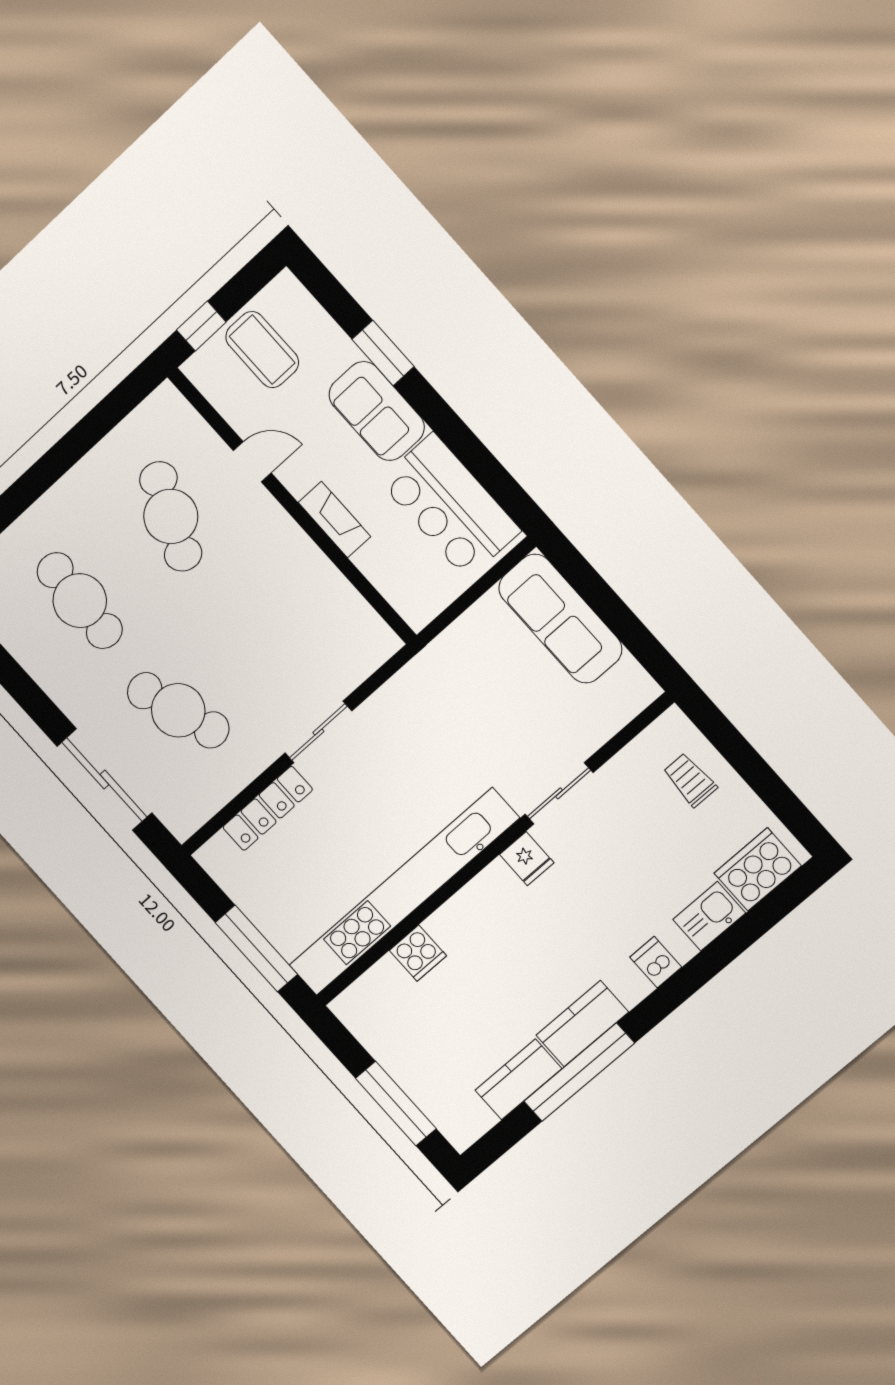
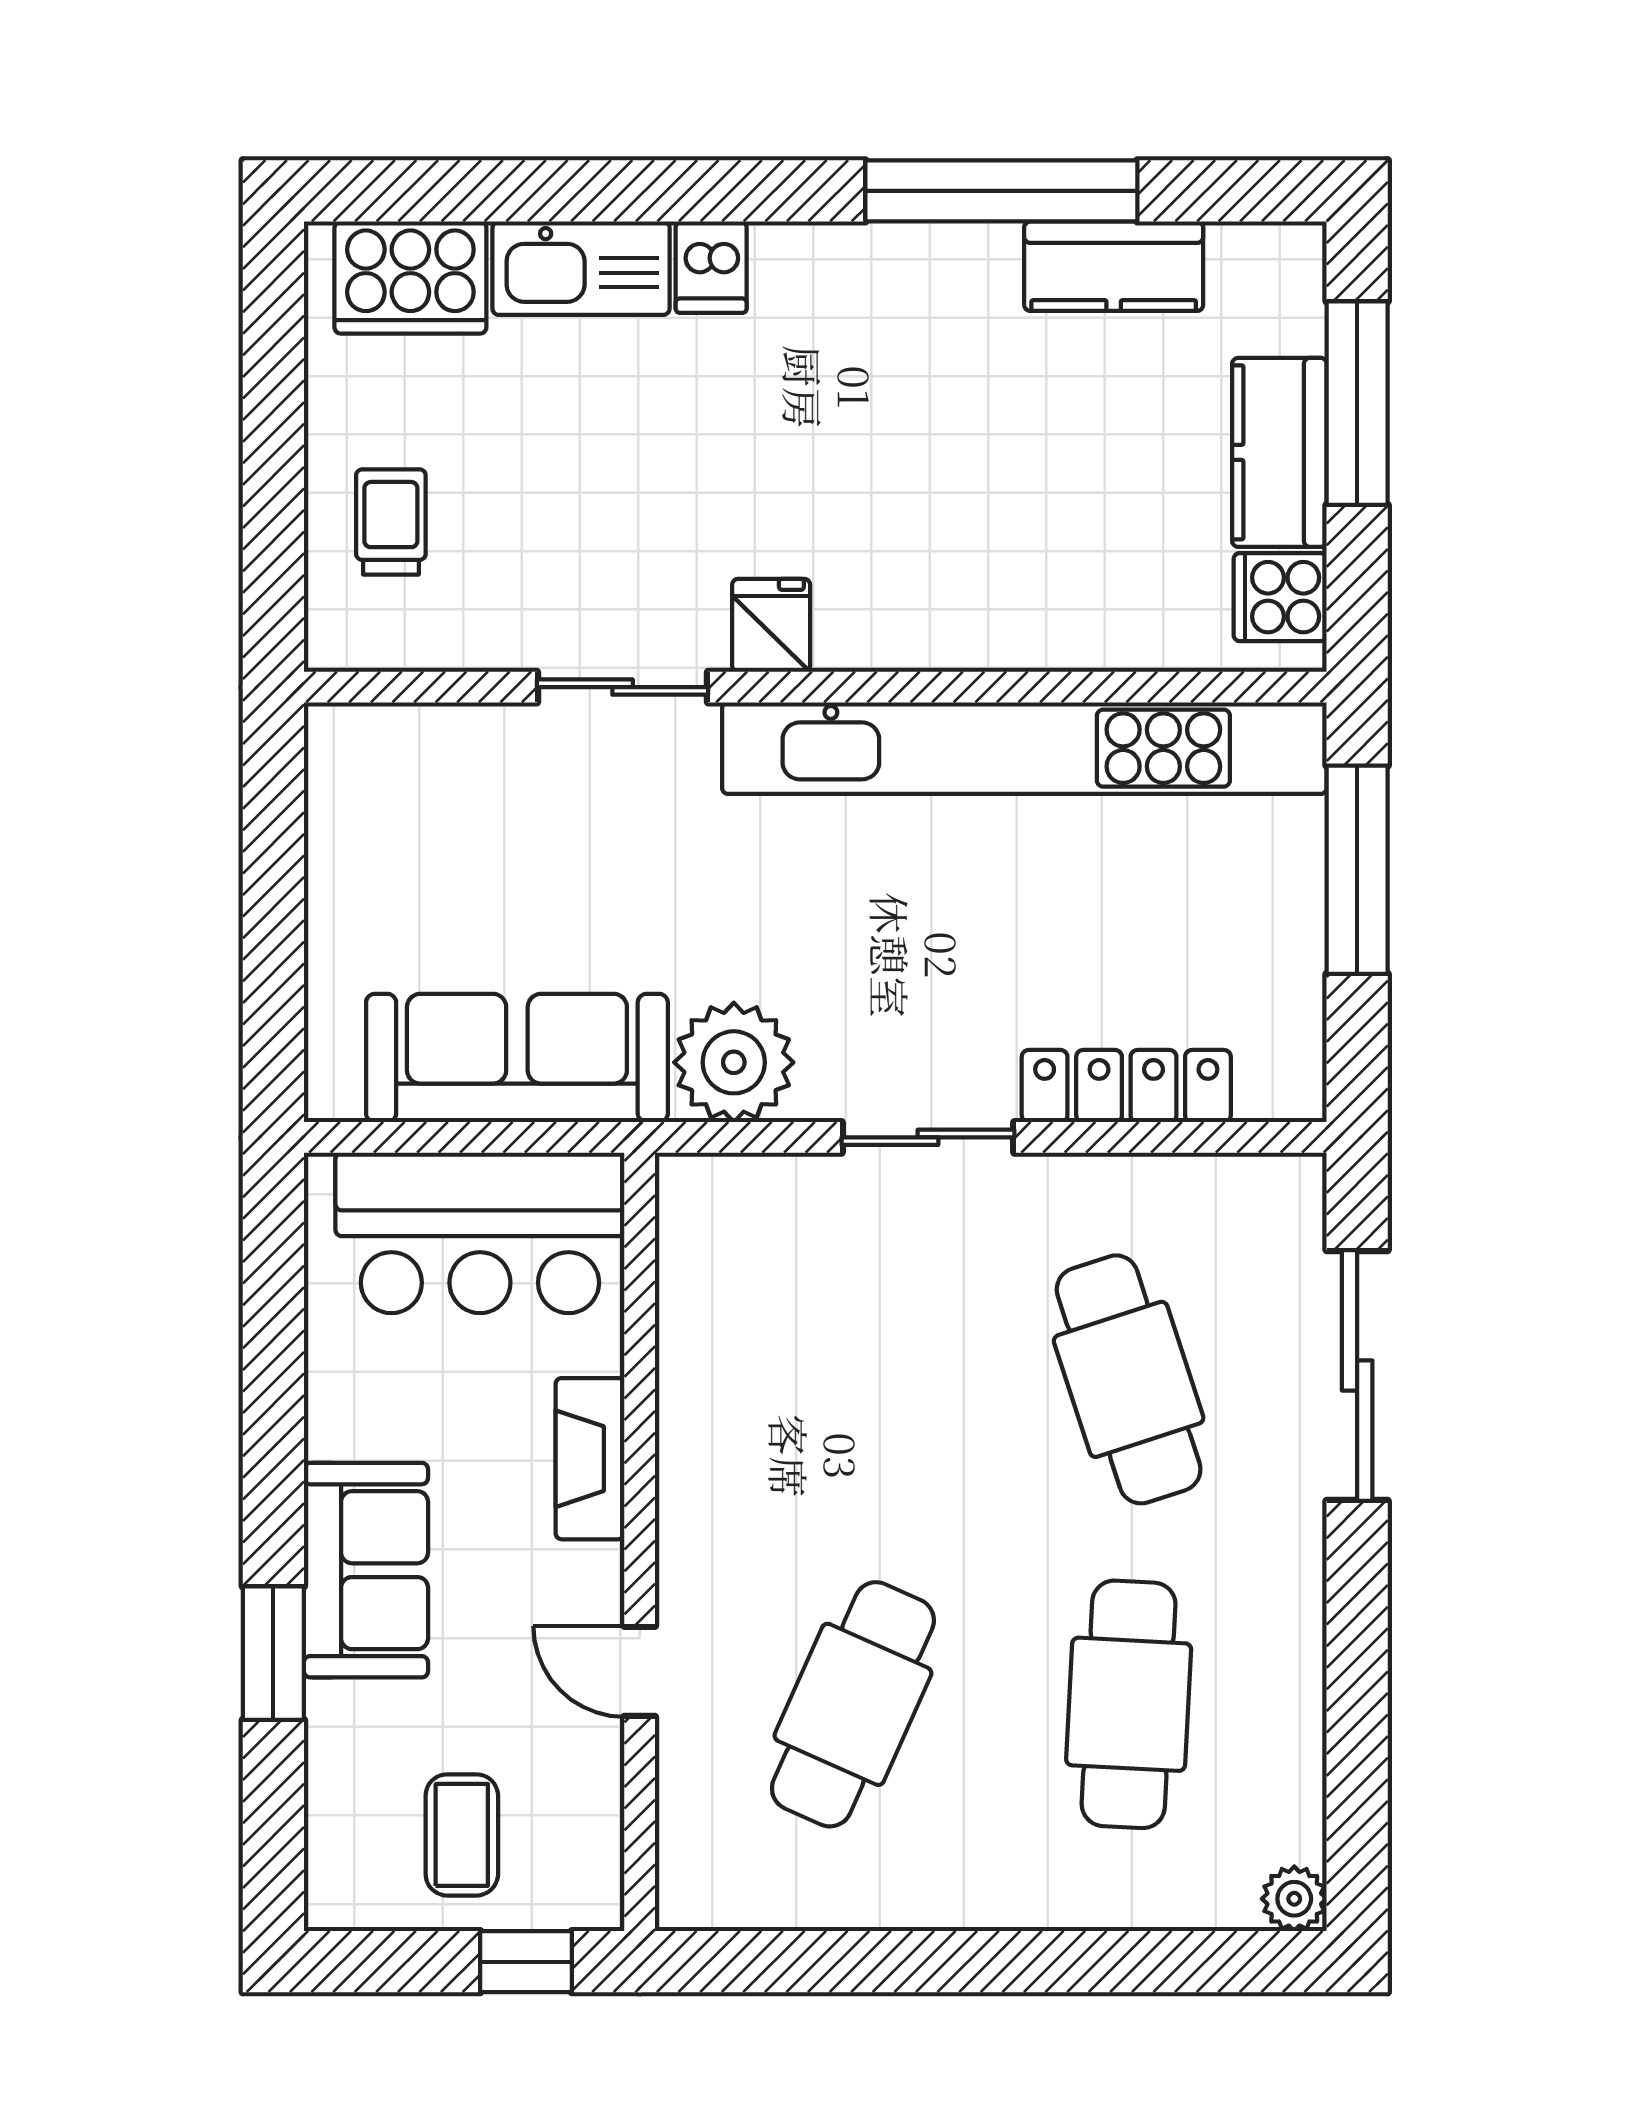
coffee table: (262, 350) -> (462, 1835), width x0.73, depth x0.77
bar counter: (450, 506) -> (480, 1233), moved, turned 90
sofa: (560, 619) -> (517, 1058), moved, turned -90
plant: (407, 699) -> (734, 1062), added
trolley: (690, 780) -> (391, 522), turned 180
kitchen sink: (709, 916) -> (581, 268), width x1.38
cooker: (418, 953) -> (1280, 597), moved, turned -90
kitchen counter: (582, 1024) -> (1279, 452), moved, turned 90

